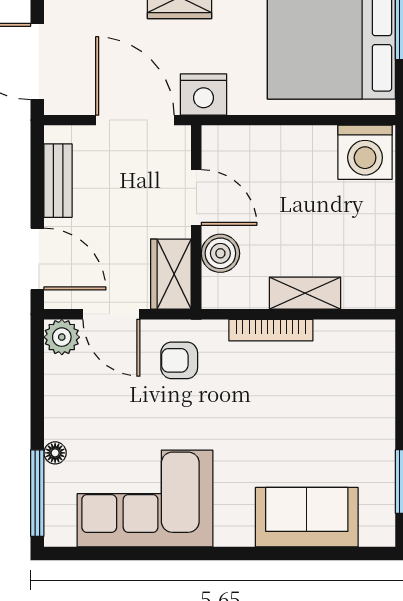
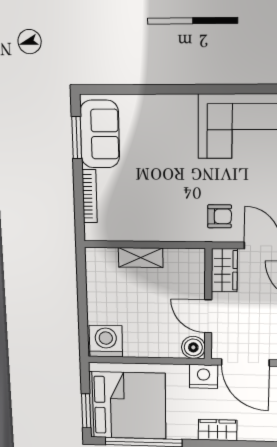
boiler: (220, 253) -> (193, 347), moved
bookcase: (271, 330) -> (90, 196), moved, turned 90
sofa: (307, 517) -> (100, 134), moved, turned -90

